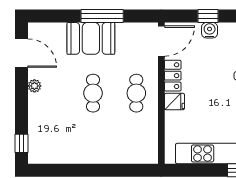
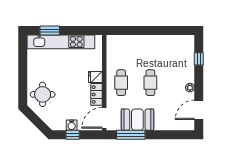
window: (102, 16) -> (131, 135), moved
booth: (91, 38) -> (137, 120), moved
door: (21, 53) -> (199, 110), hinge flipped
window: (21, 143) -> (199, 59), moved

